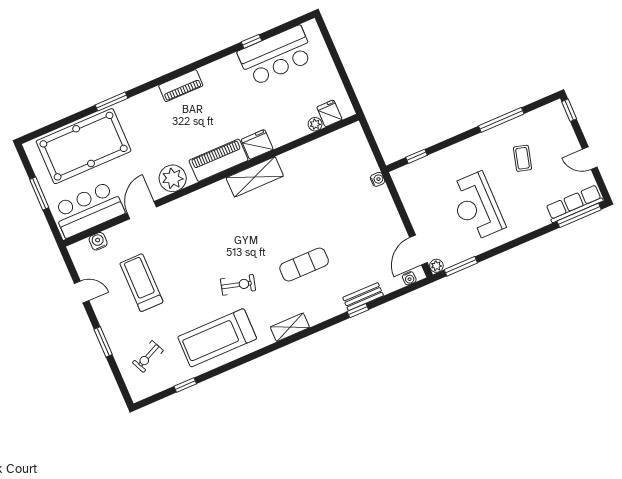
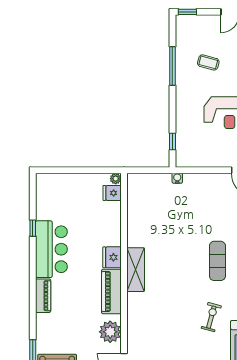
bar counter: (276, 56) -> (51, 249), moved
plant: (315, 124) -> (116, 179), moved

